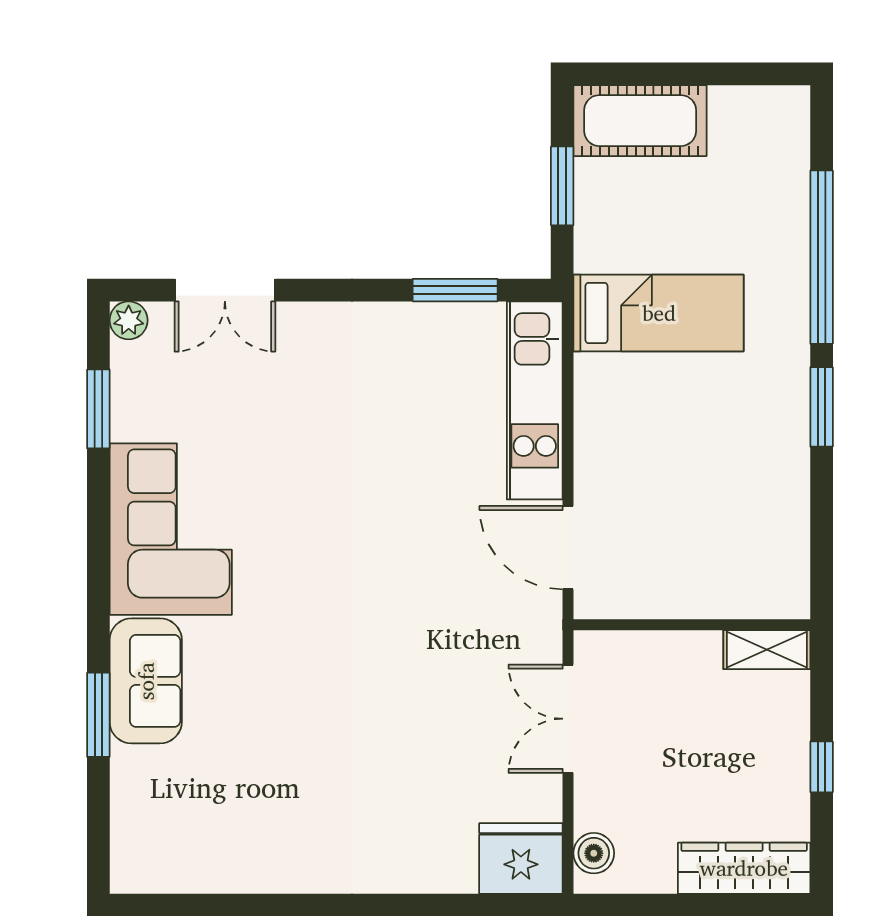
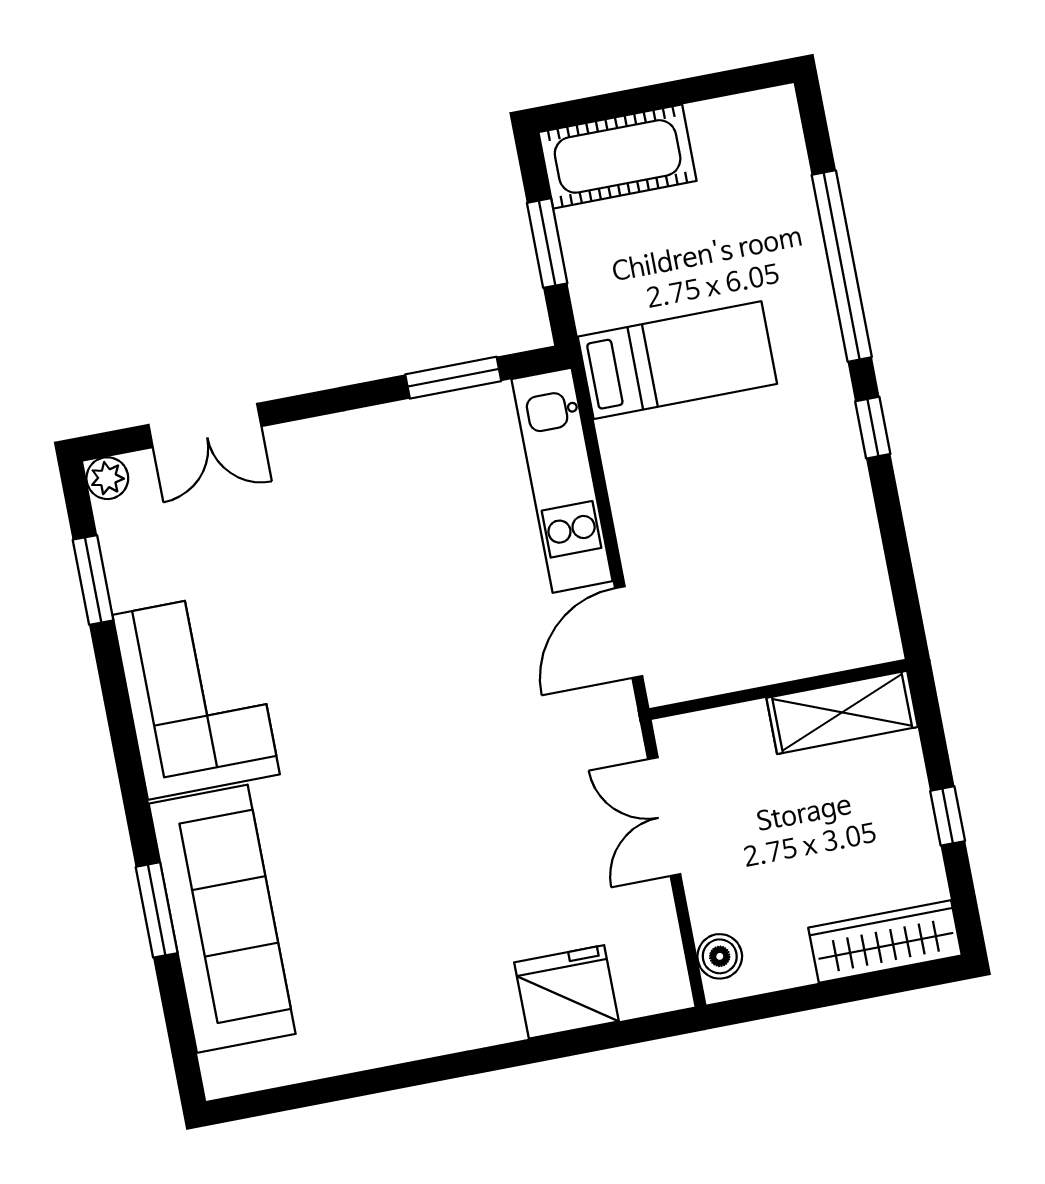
window: (822, 407) -> (873, 428), width x0.67
door: (568, 548) -> (629, 632), hinge flipped
shelving: (767, 650) -> (842, 712), width x1.50, depth x1.33
sofa: (146, 681) -> (222, 919), width x1.85, depth x1.27
fridge: (521, 859) -> (566, 992), moved

